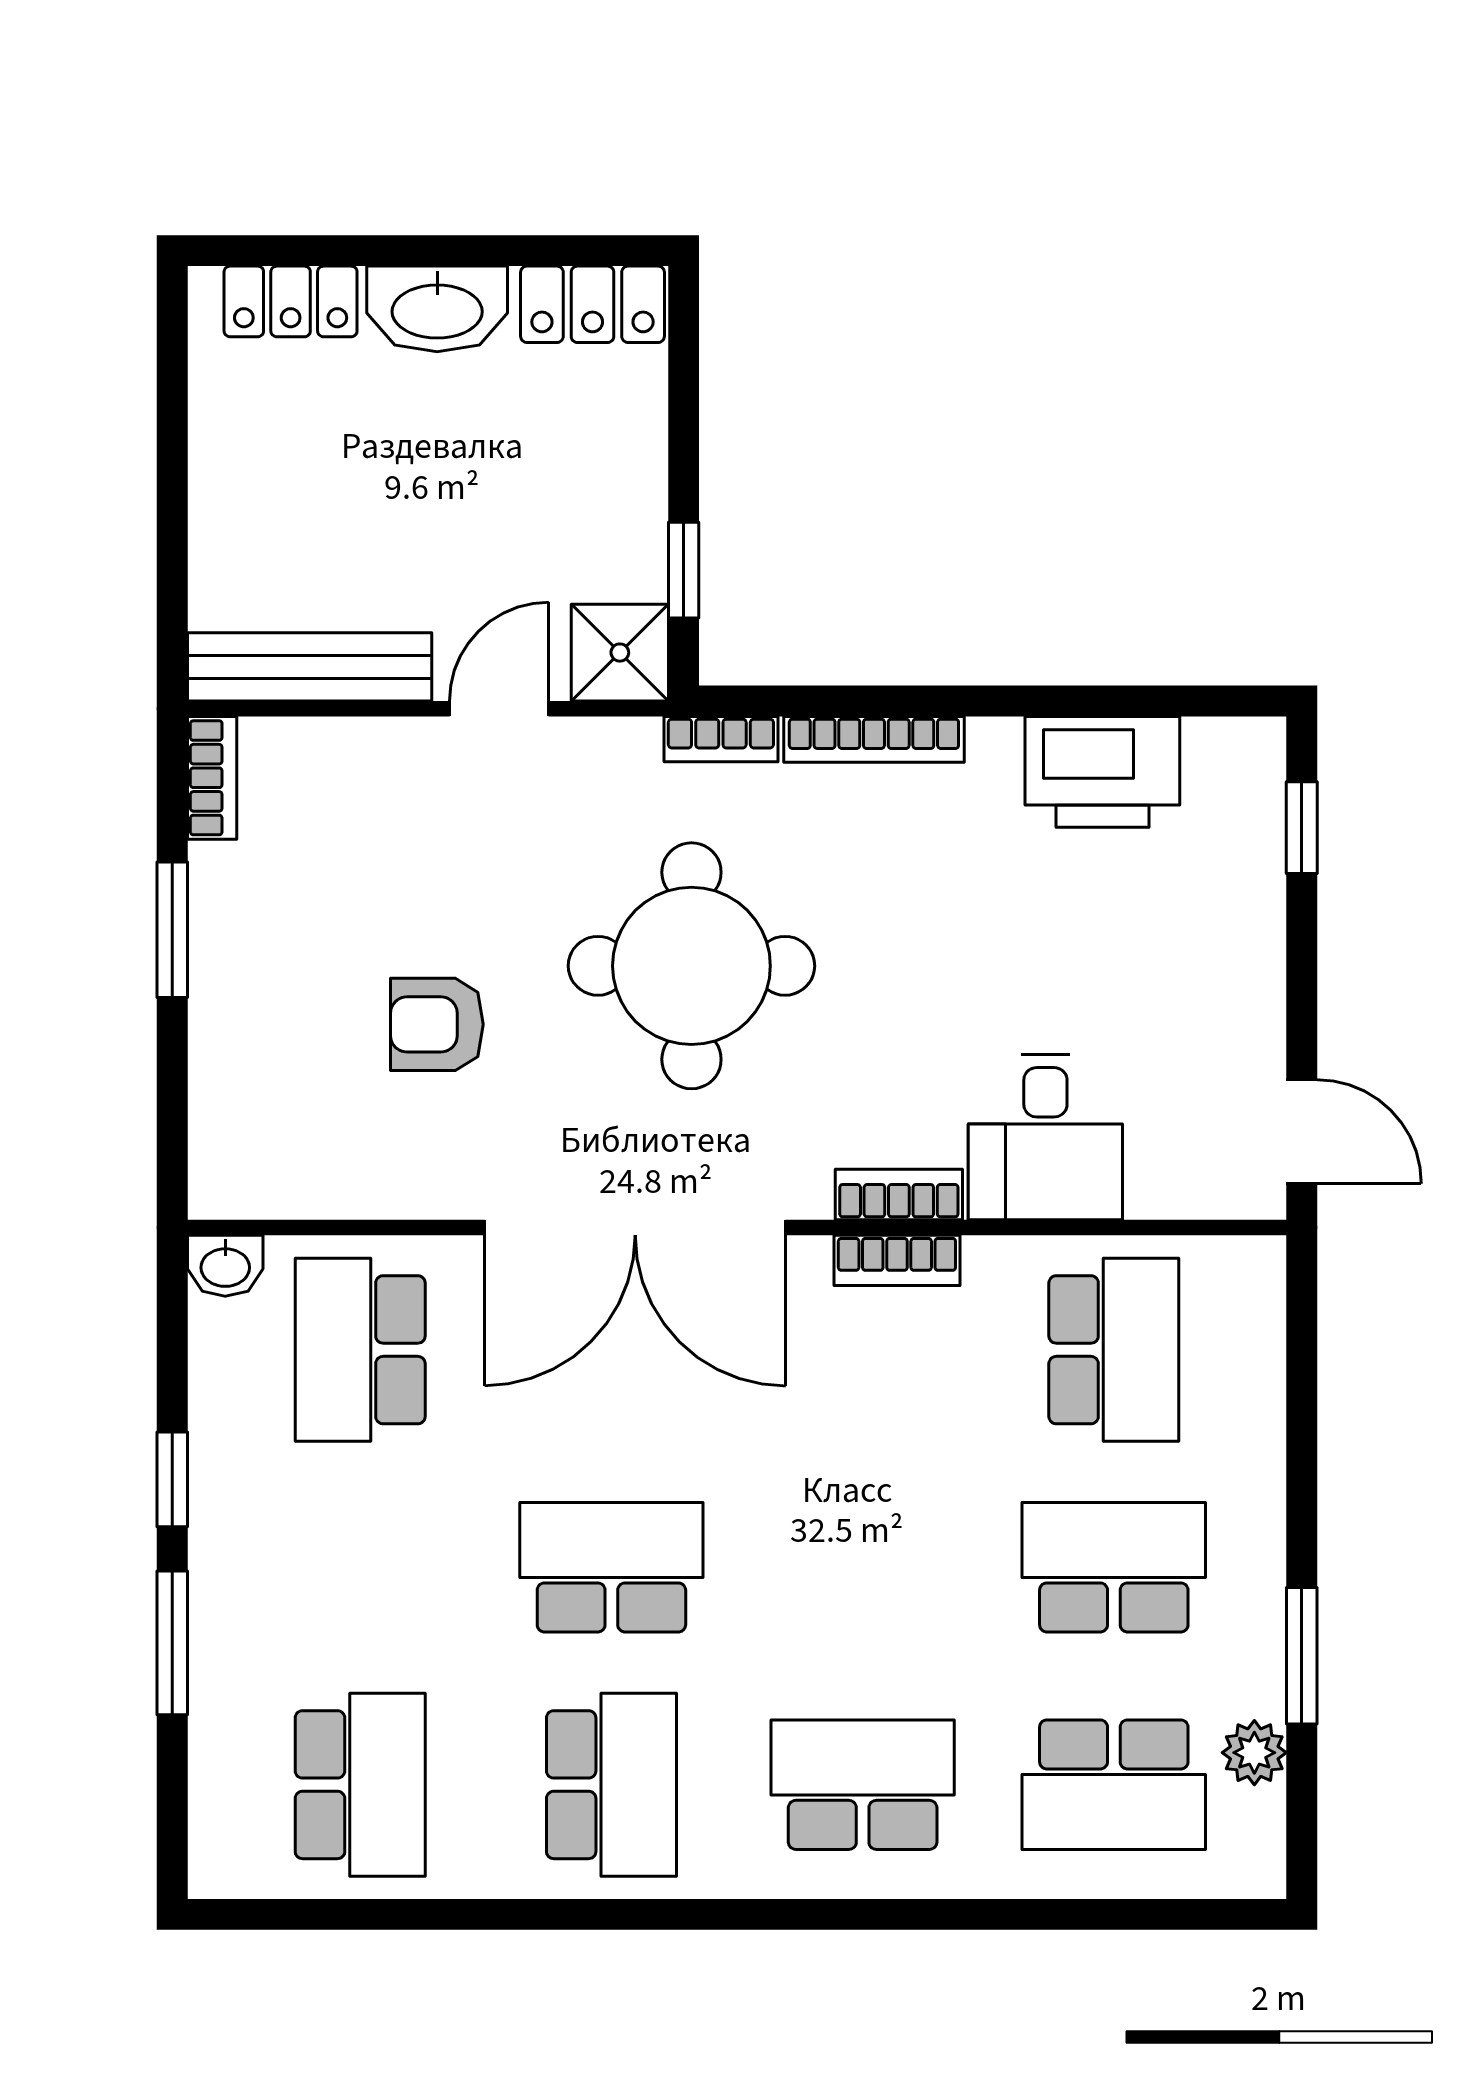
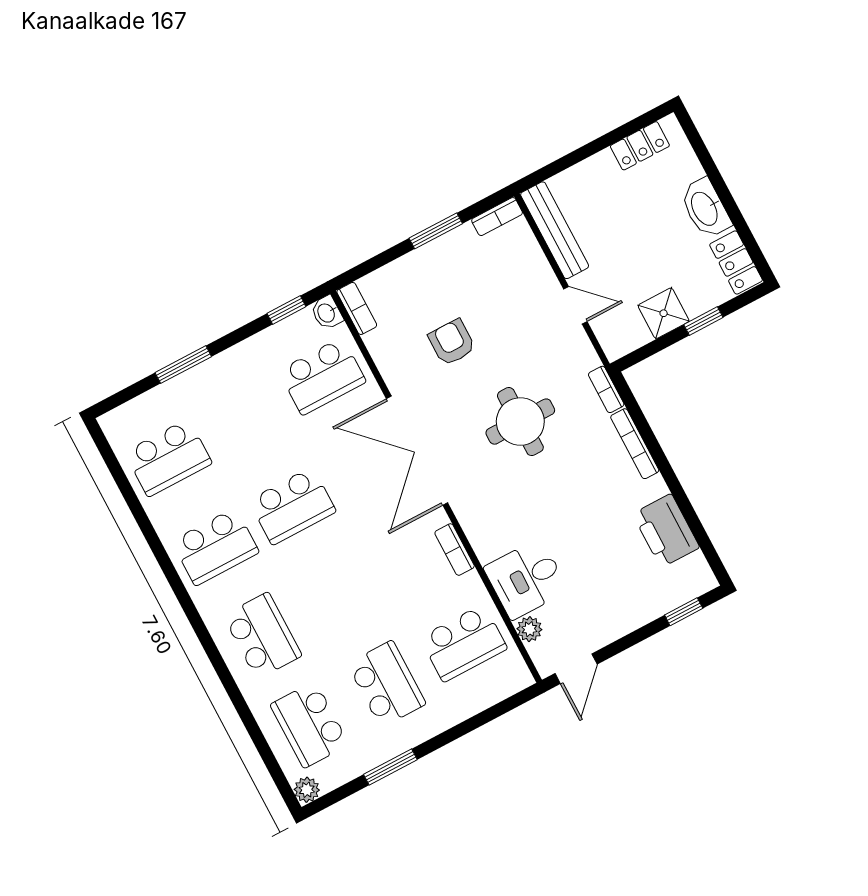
locker: (291, 301) -> (640, 146), moved, turned -90
window: (684, 570) -> (703, 321), moved
shower: (620, 653) -> (664, 313), moved
round table: (691, 966) -> (520, 422), width x0.73, depth x0.73
plant: (1160, 1188) -> (529, 629), added
bookcase: (899, 1195) -> (357, 308), moved
school desk: (360, 1350) -> (322, 376), turned 180
window: (172, 1479) -> (286, 310), moved
school desk: (611, 1567) -> (292, 506), turned 90
plant: (1254, 1753) -> (307, 790), moved

